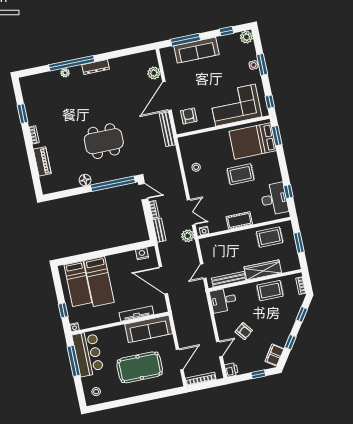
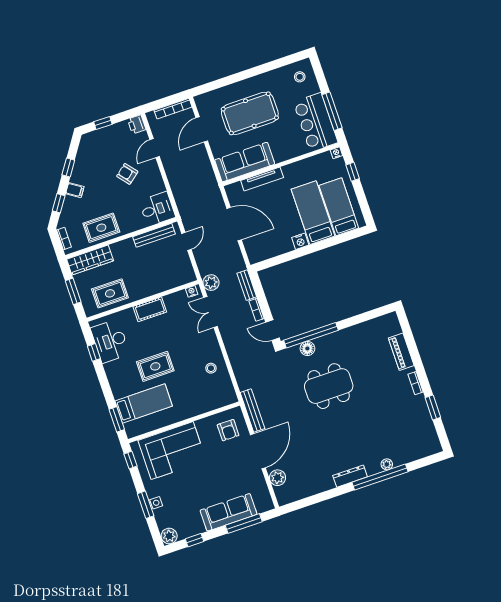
bed: (253, 141) -> (144, 403), width x0.67
floor lamp: (85, 180) -> (307, 348), moved
nightstand: (142, 254) -> (300, 241), moved
wardrobe: (263, 270) -> (90, 260), moved
filing cabinet: (274, 355) -> (75, 190), moved, width x0.50

